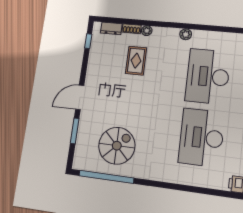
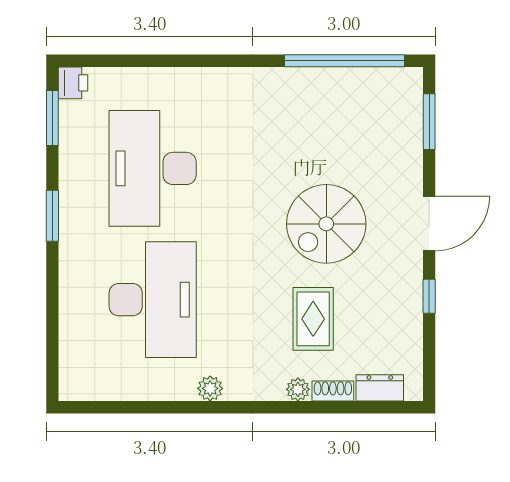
window: (88, 41) -> (429, 296), moved
window: (75, 131) -> (429, 122), moved
desk: (202, 137) -> (153, 168), turned 180
spiral stairs: (117, 146) -> (326, 224), moved

